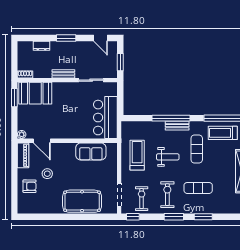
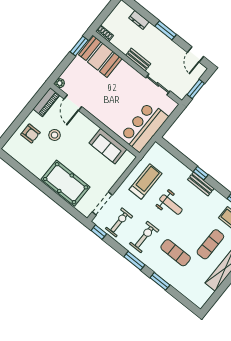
window: (171, 118) -> (201, 173), width x0.32
exercise mat: (197, 149) -> (210, 244), moved

